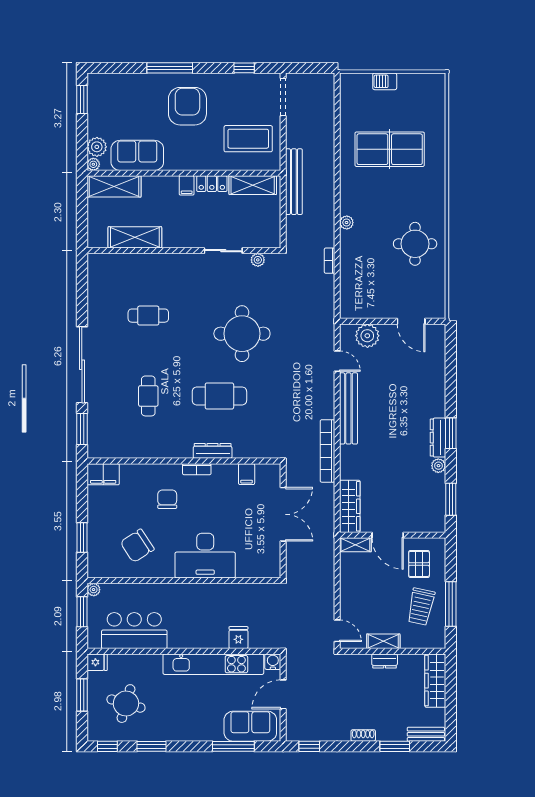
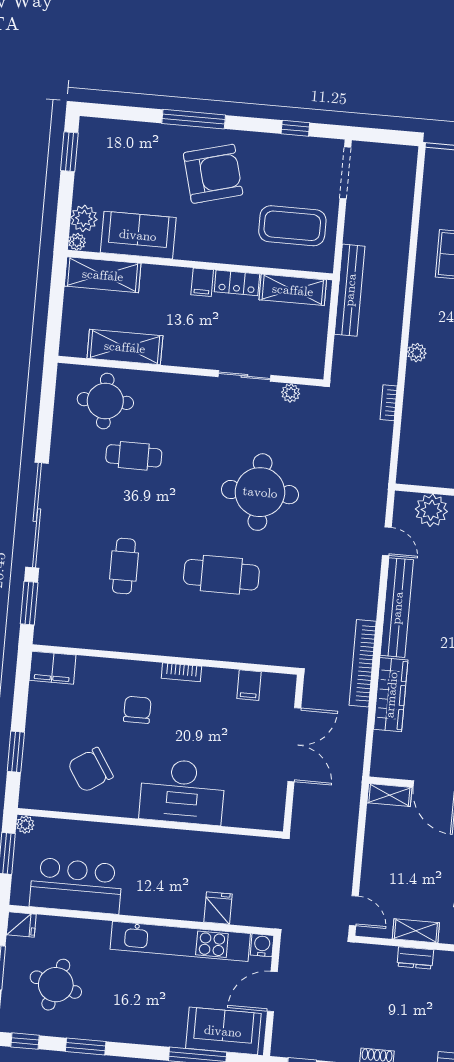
armchair: (187, 106) -> (213, 174), turned 75
round table: (124, 278) -> (105, 401), added
dresser: (213, 451) -> (205, 649), removed
wardrobe: (350, 506) -> (391, 695), moved

